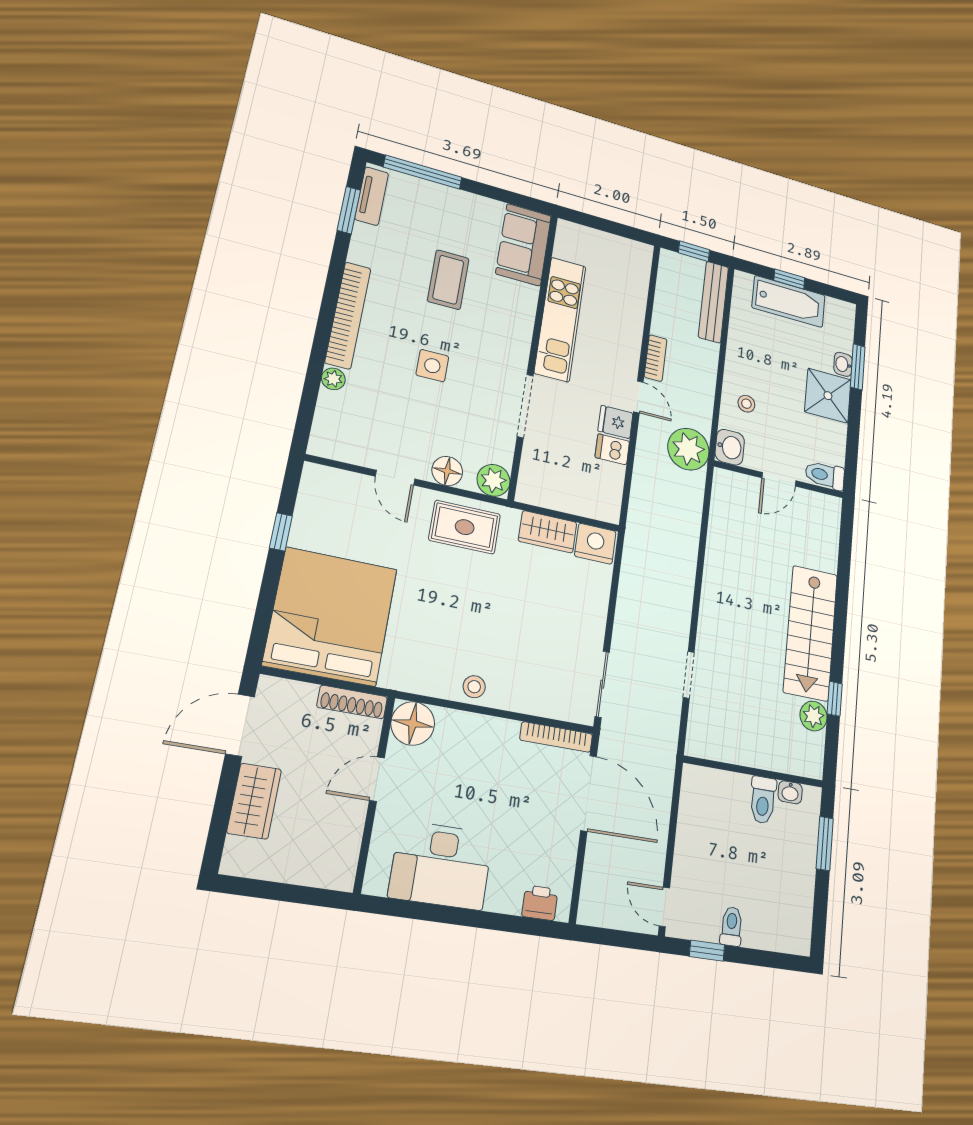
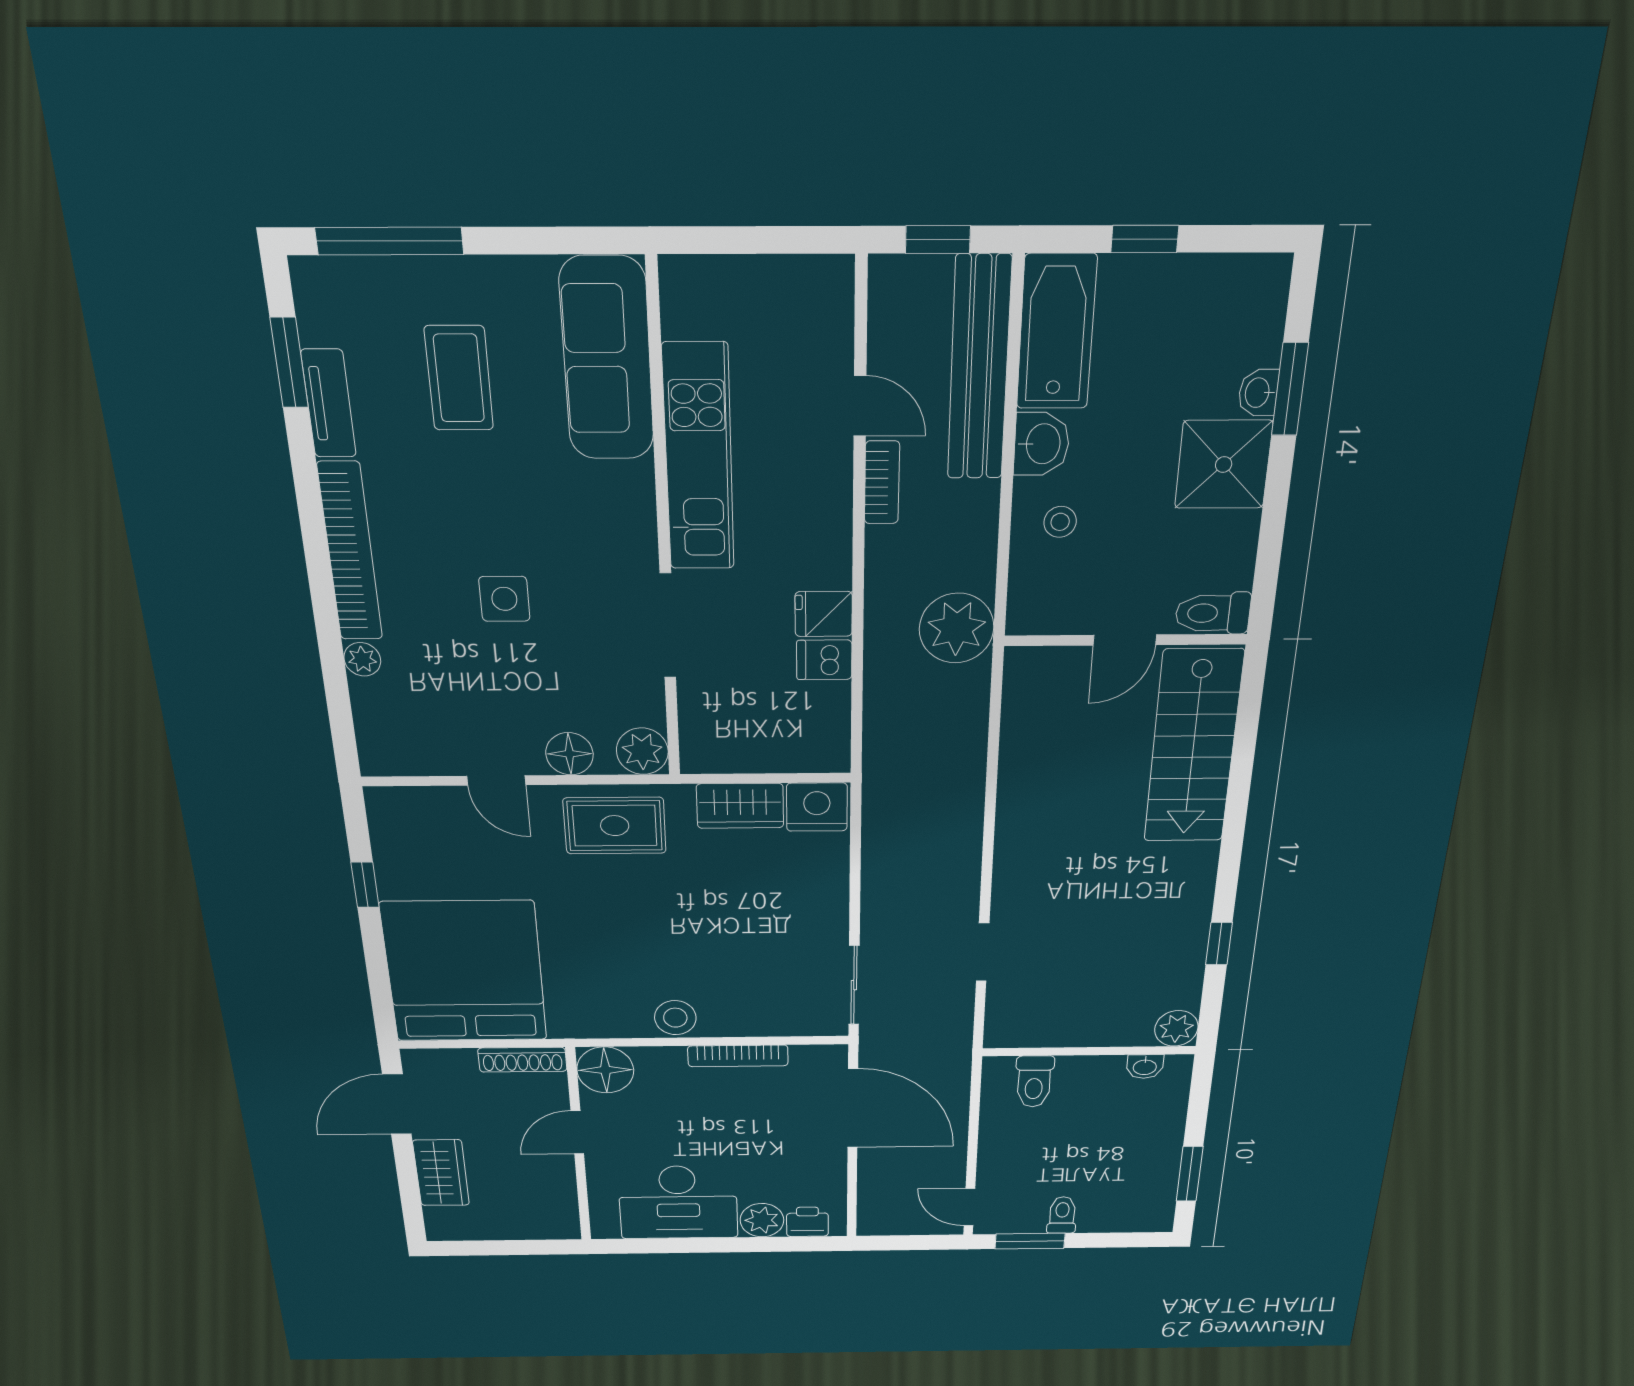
tv unit: (372, 196) -> (329, 403), moved
sofa: (524, 245) -> (607, 359), width x1.36
coffee table: (448, 280) -> (459, 378), moved
bathtub: (789, 301) -> (1056, 332), moved, turned -90
bench: (713, 302) -> (979, 369), width x1.37, depth x1.21
door: (638, 397) -> (860, 406), moved
washbasin: (730, 447) -> (1042, 444), moved
stairs: (810, 633) -> (1193, 747), moved
stool: (474, 687) -> (675, 1018), width x1.37, depth x1.37
plant: (814, 716) -> (1176, 1028), moved
bookcase: (556, 737) -> (738, 1056), moved
toilet: (763, 800) -> (1034, 1082), moved
window: (825, 843) -> (1190, 1174), moved
plant: (504, 895) -> (762, 1220), added
window: (707, 951) -> (1030, 1241), width x1.50

